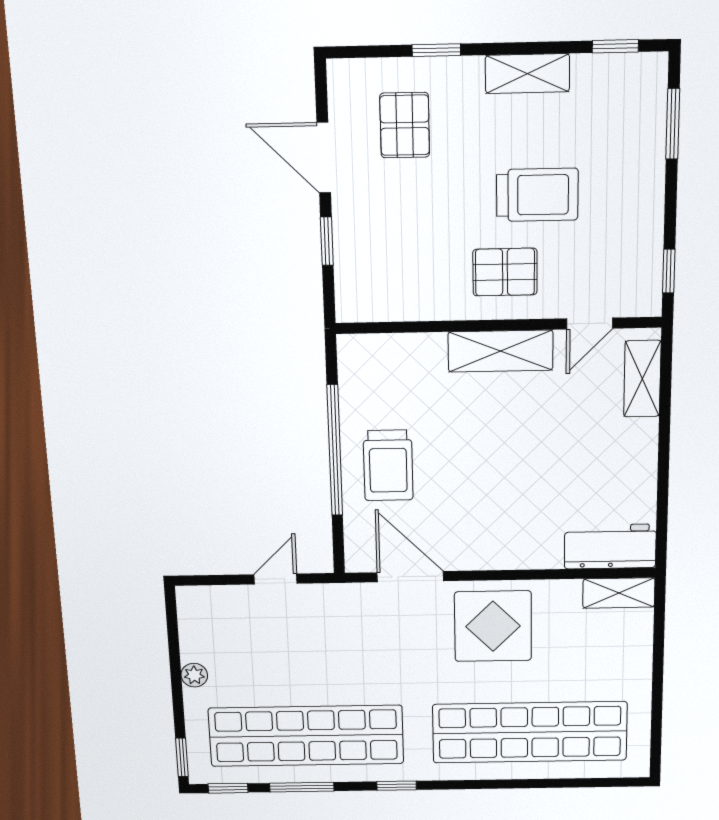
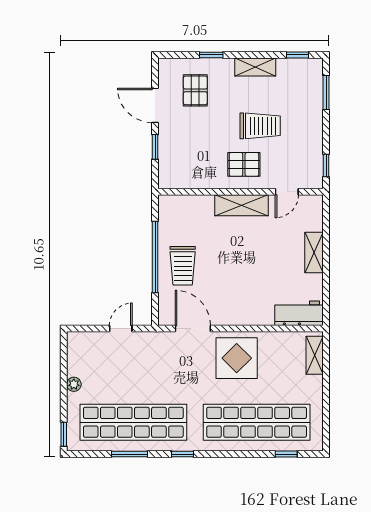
shelving: (642, 379) -> (314, 252), moved
shelving: (619, 593) -> (315, 355), moved, turned 90
window: (228, 788) -> (286, 454), moved

